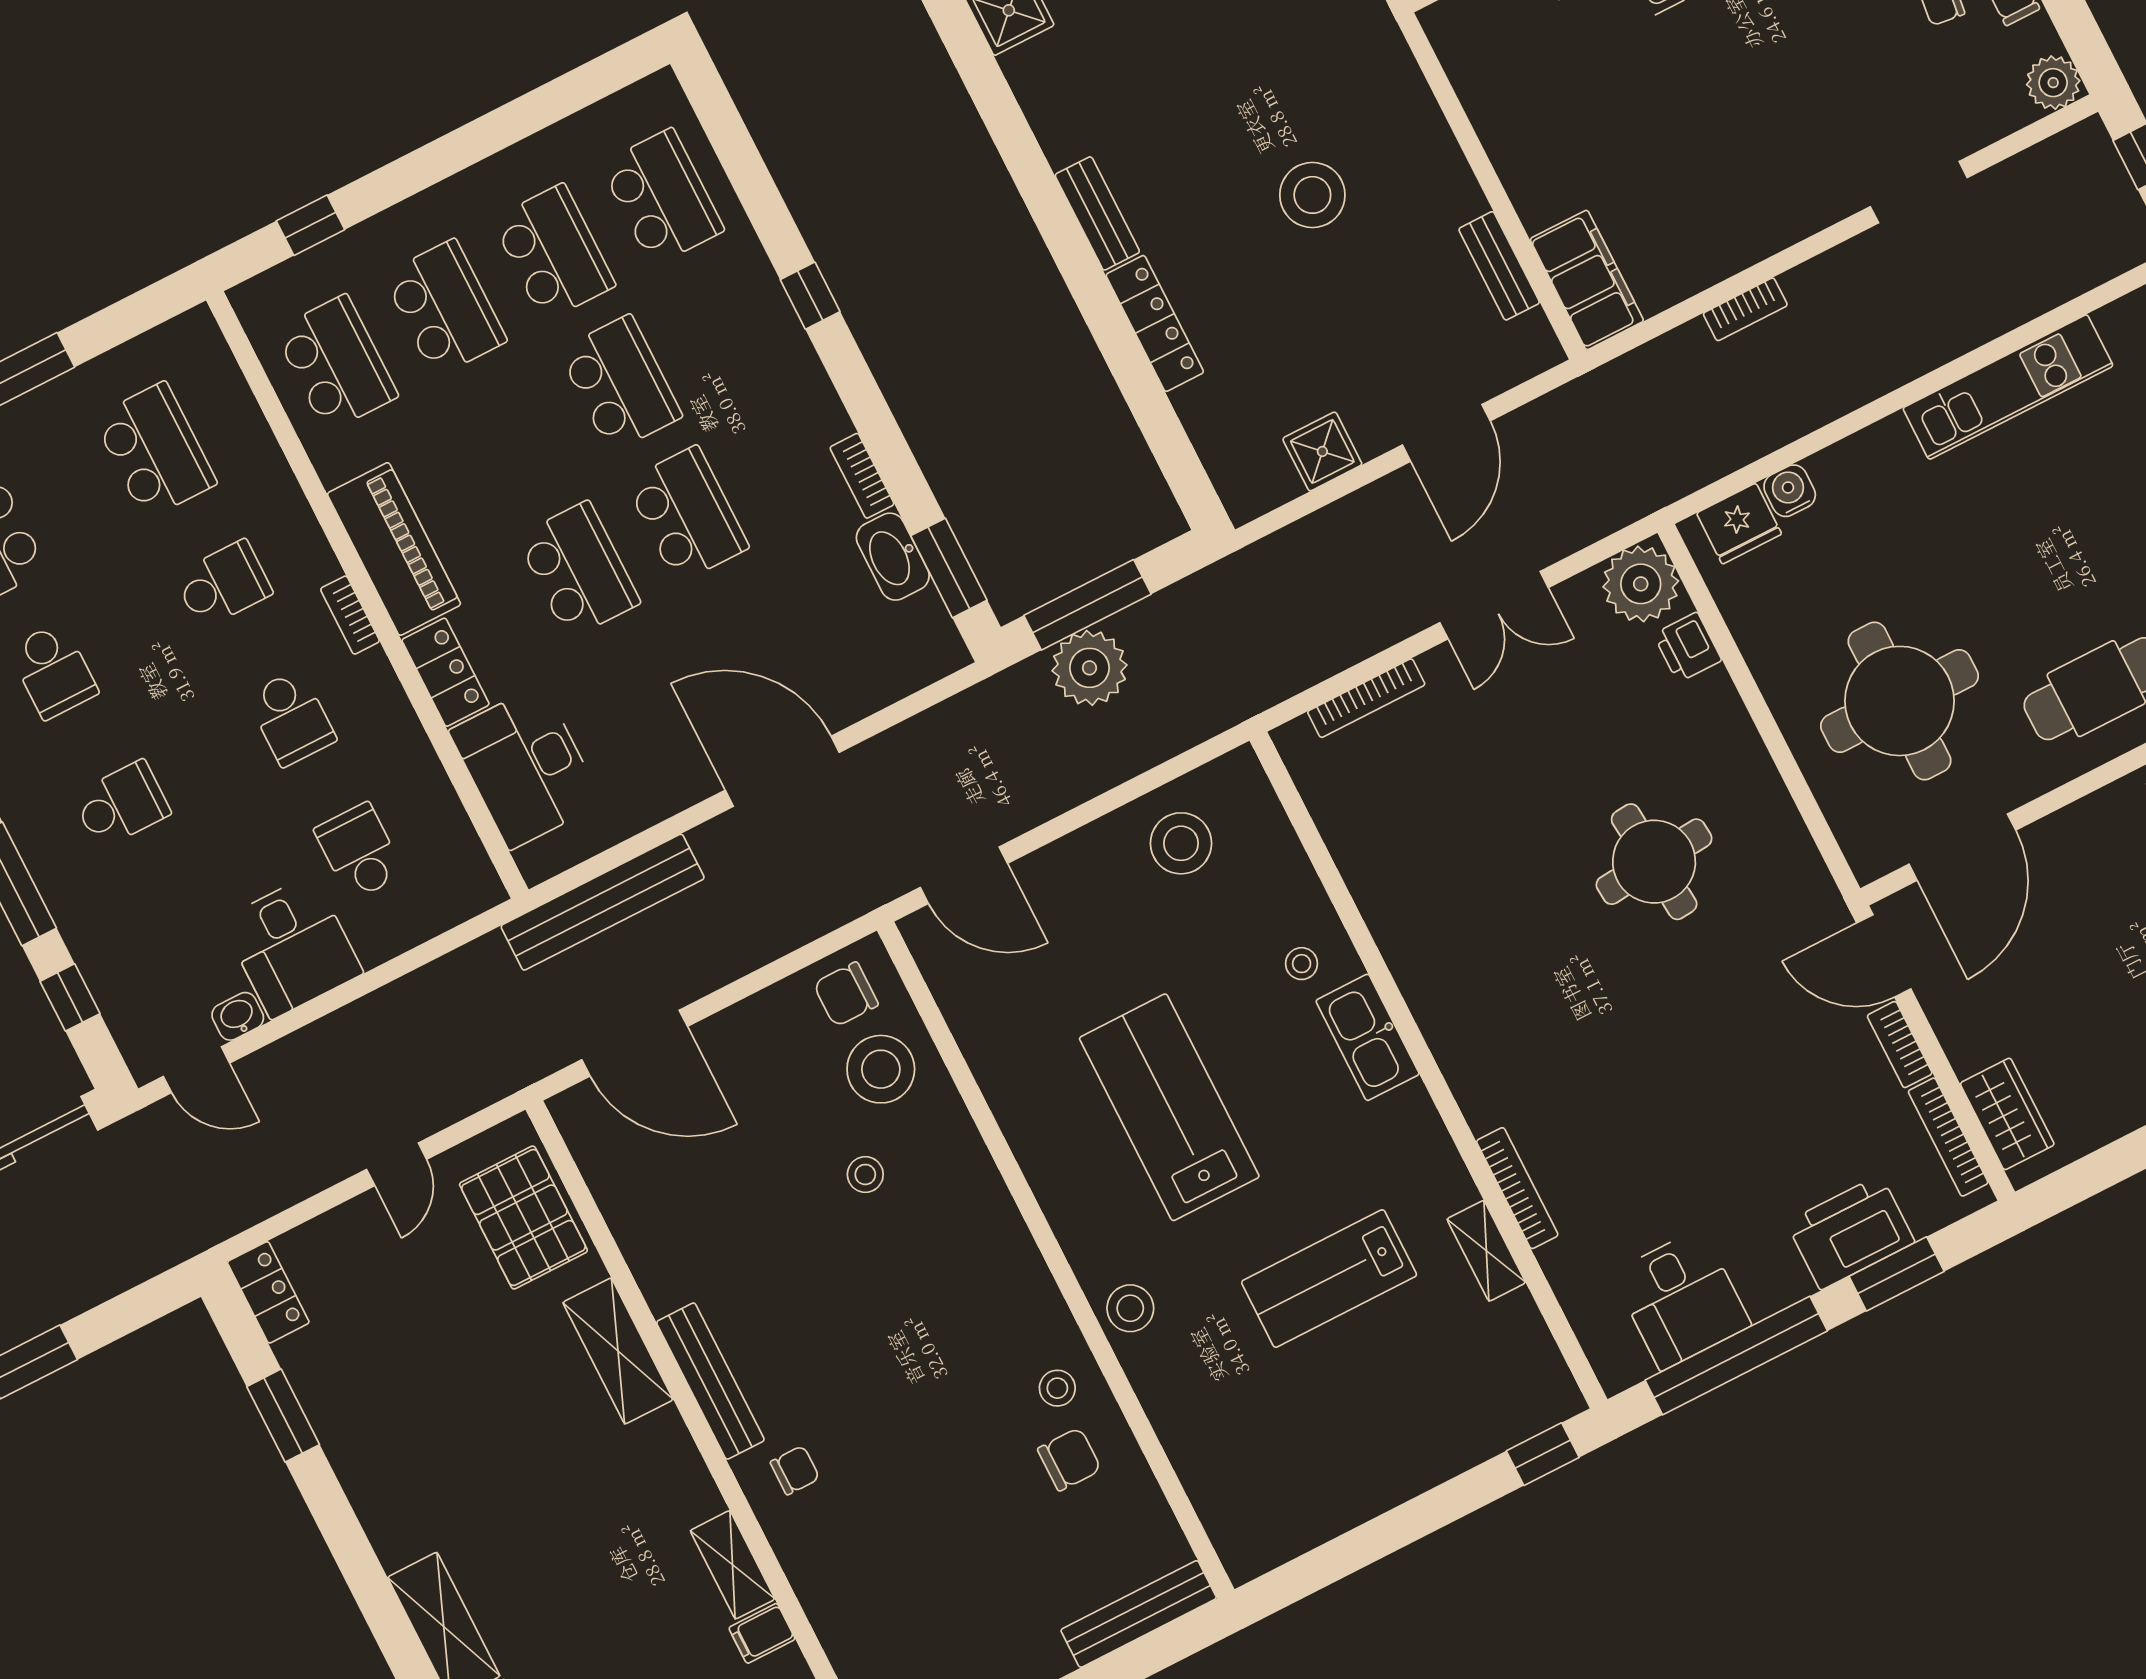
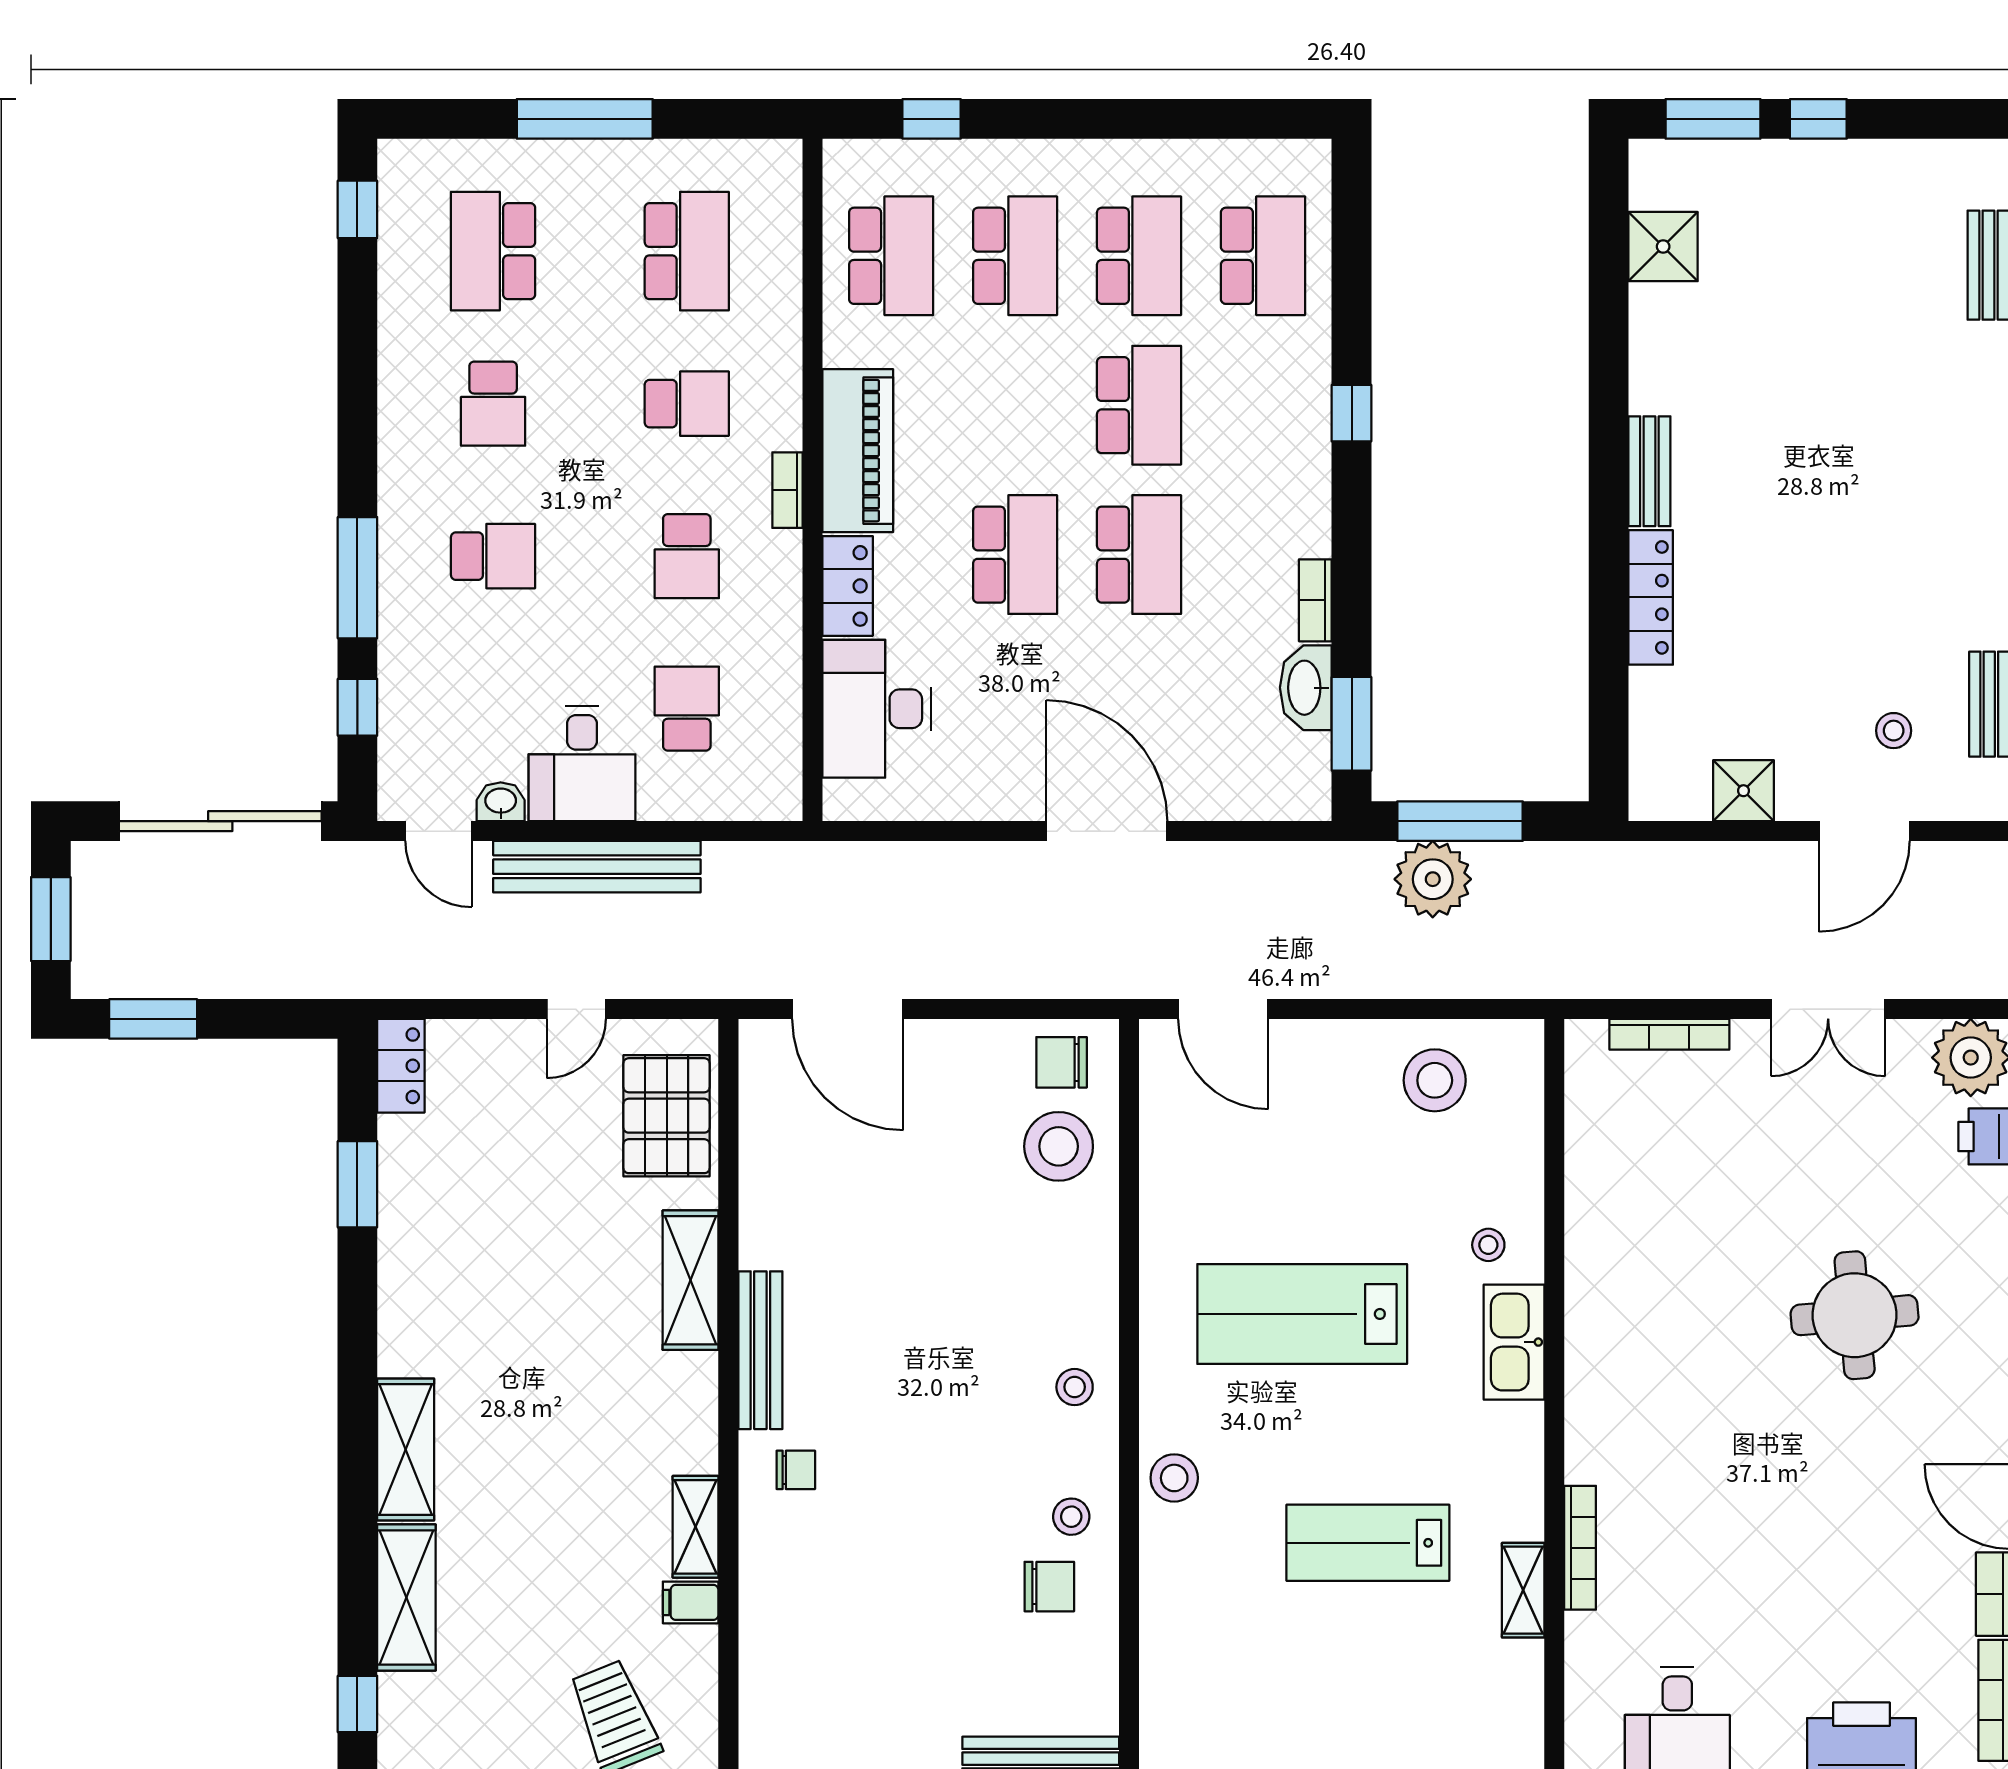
stool: (1312, 195) -> (1894, 731), moved, width x0.53, depth x0.53
bench: (603, 902) -> (597, 867), moved
lab bench: (1169, 1107) -> (1302, 1314), turned -90
stool: (865, 1174) -> (1075, 1387), moved

